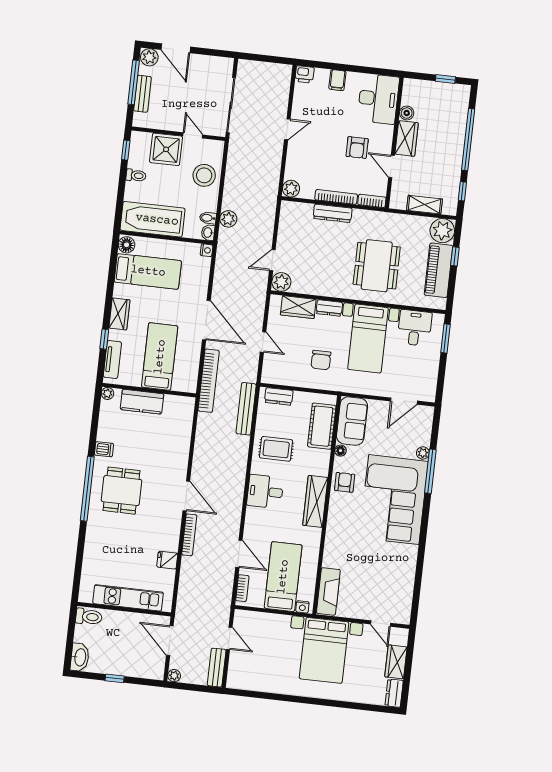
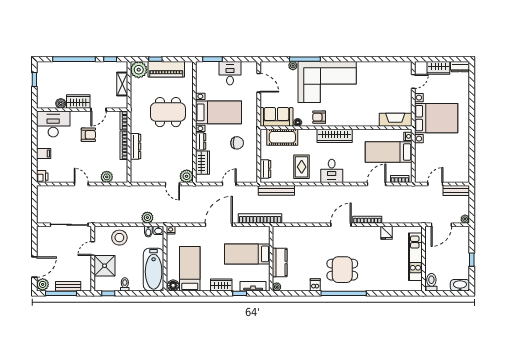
plant: (291, 189) -> (107, 177), moved
desk: (415, 328) -> (230, 73), moved, turned 90

